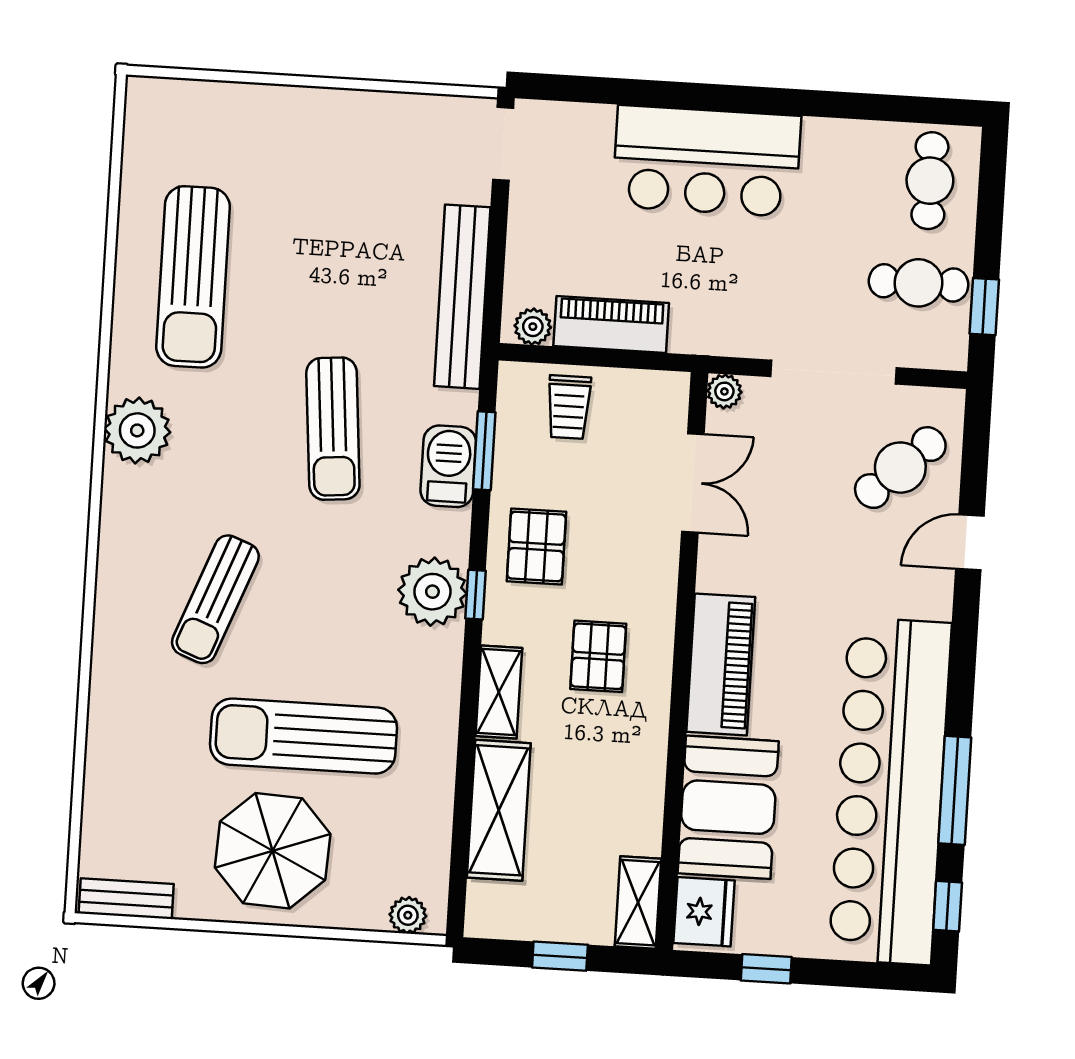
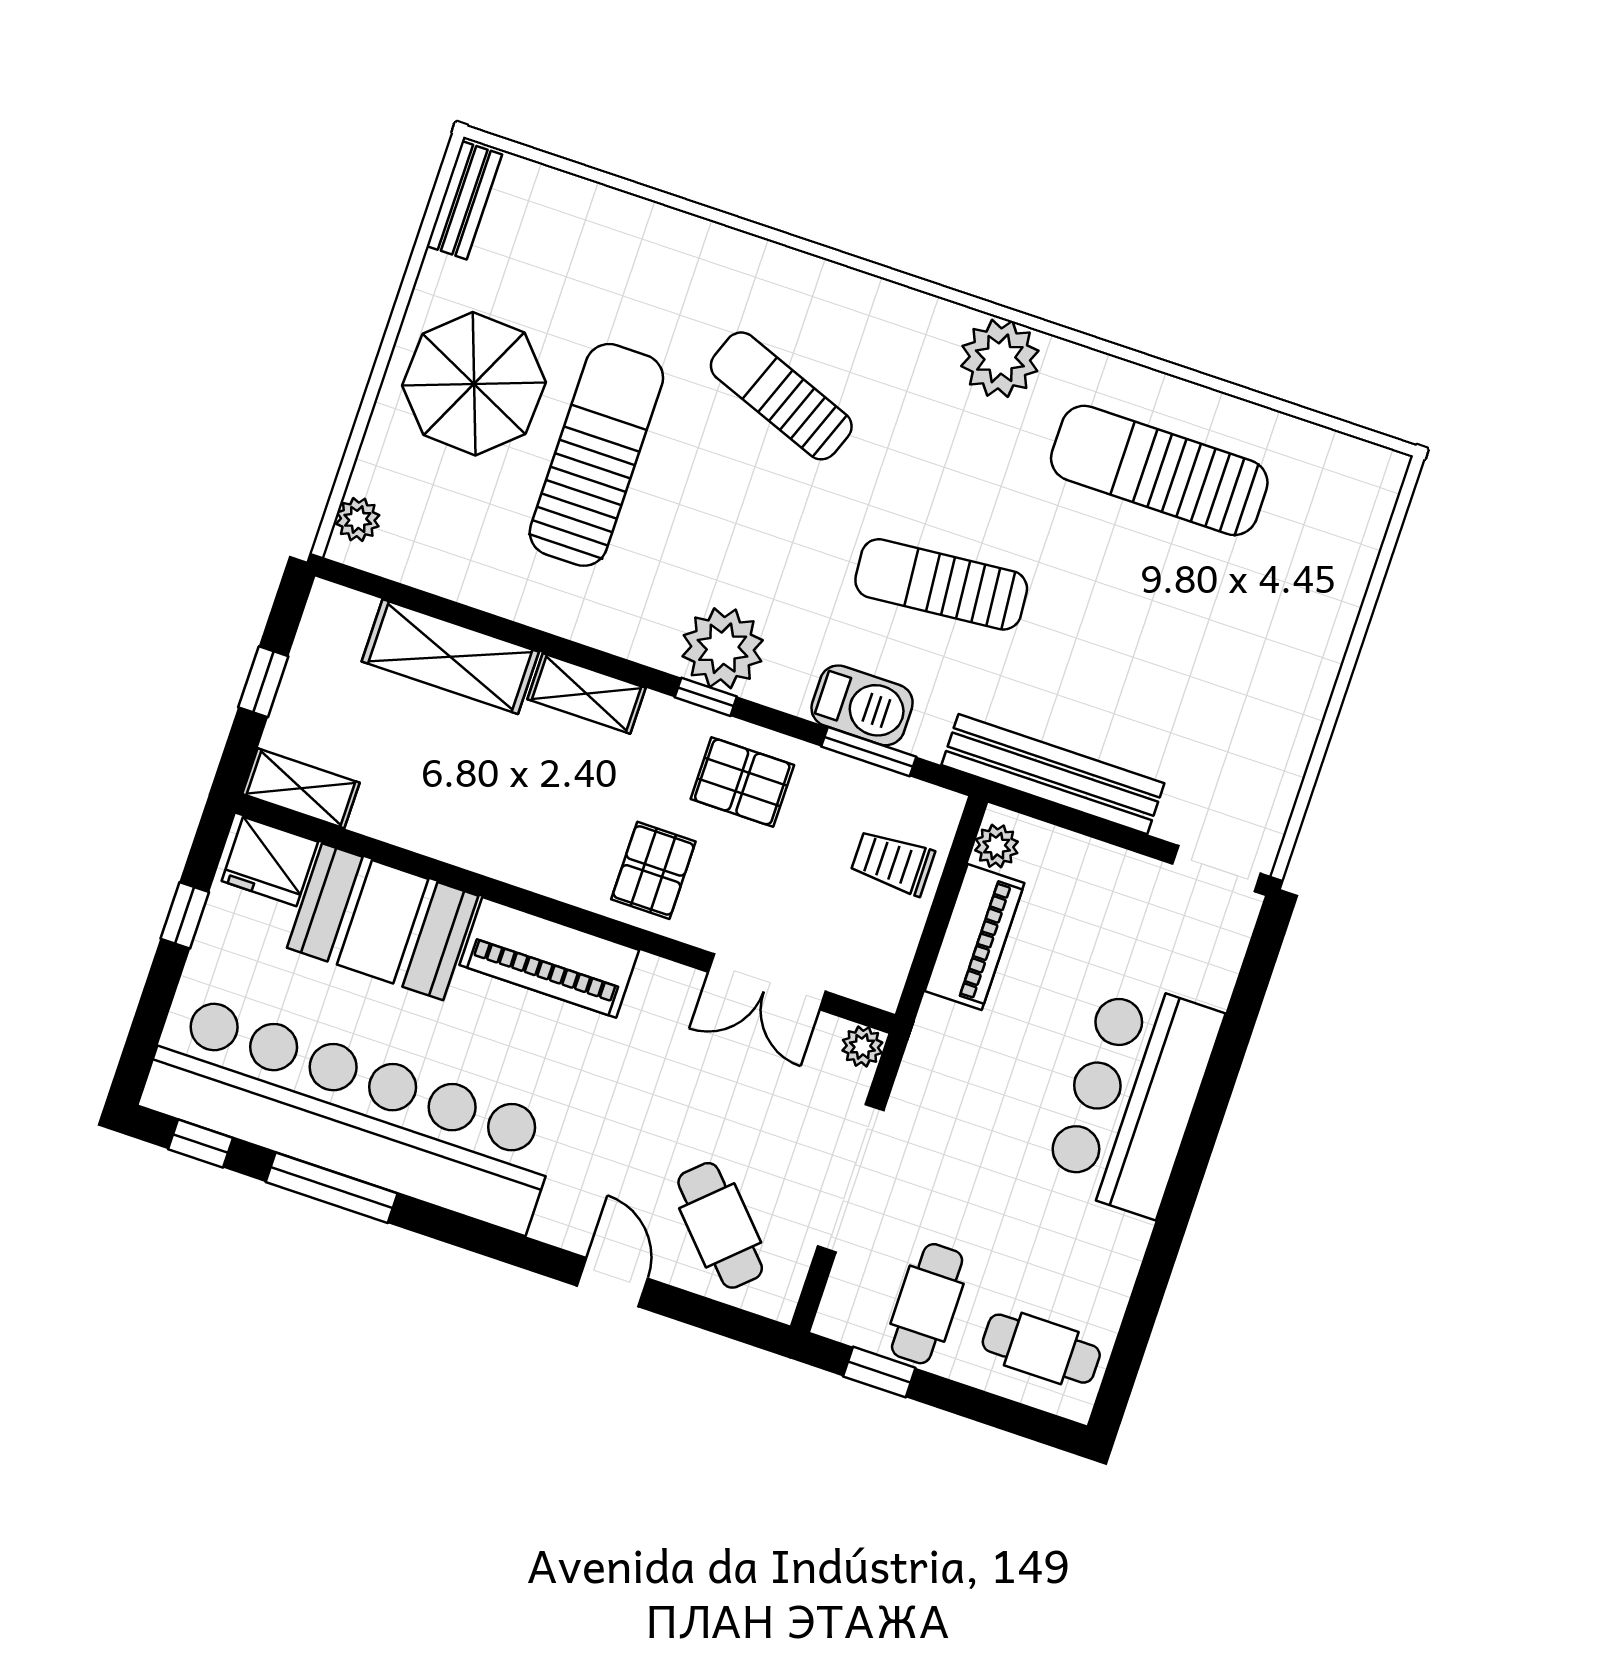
pallet: (598, 656) -> (653, 870), moved, turned 90

